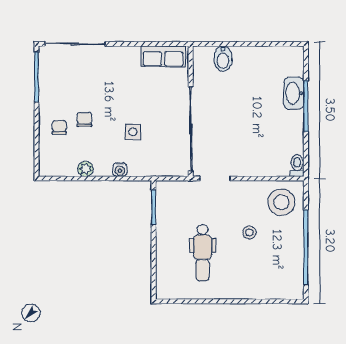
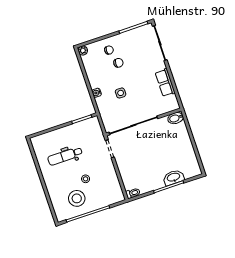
row of seats: (163, 56) -> (165, 83), moved
bidet: (223, 59) -> (176, 118), moved
plant: (85, 169) -> (83, 51), moved
stool: (281, 202) -> (77, 198), moved

